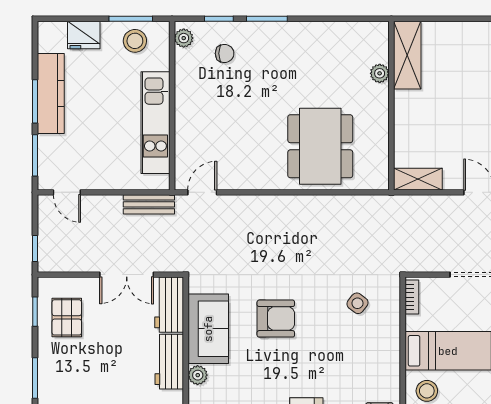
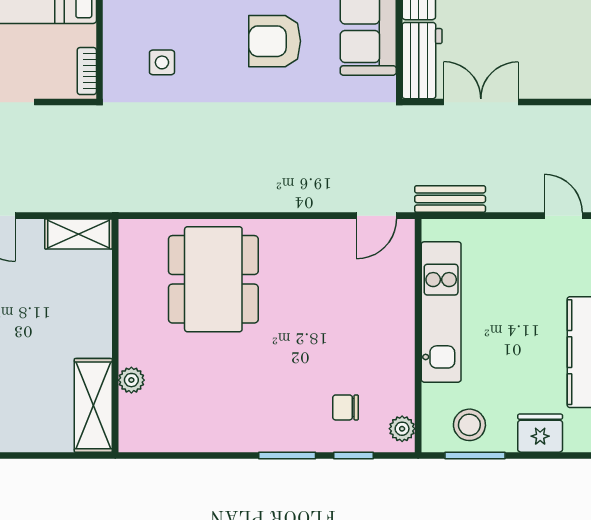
side table: (357, 303) -> (162, 62), turned -37
pallet: (67, 317) -> (564, 43), removed

